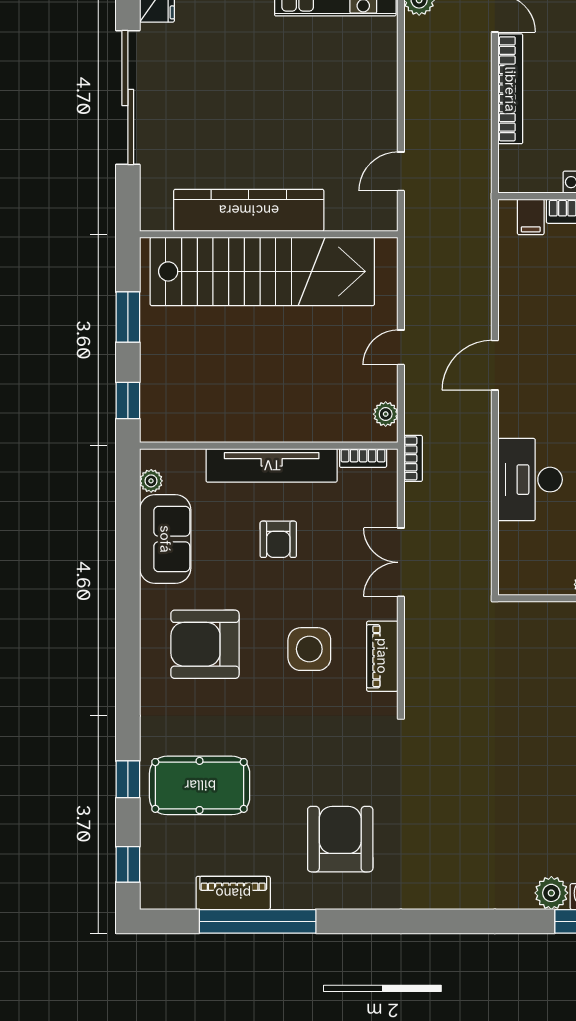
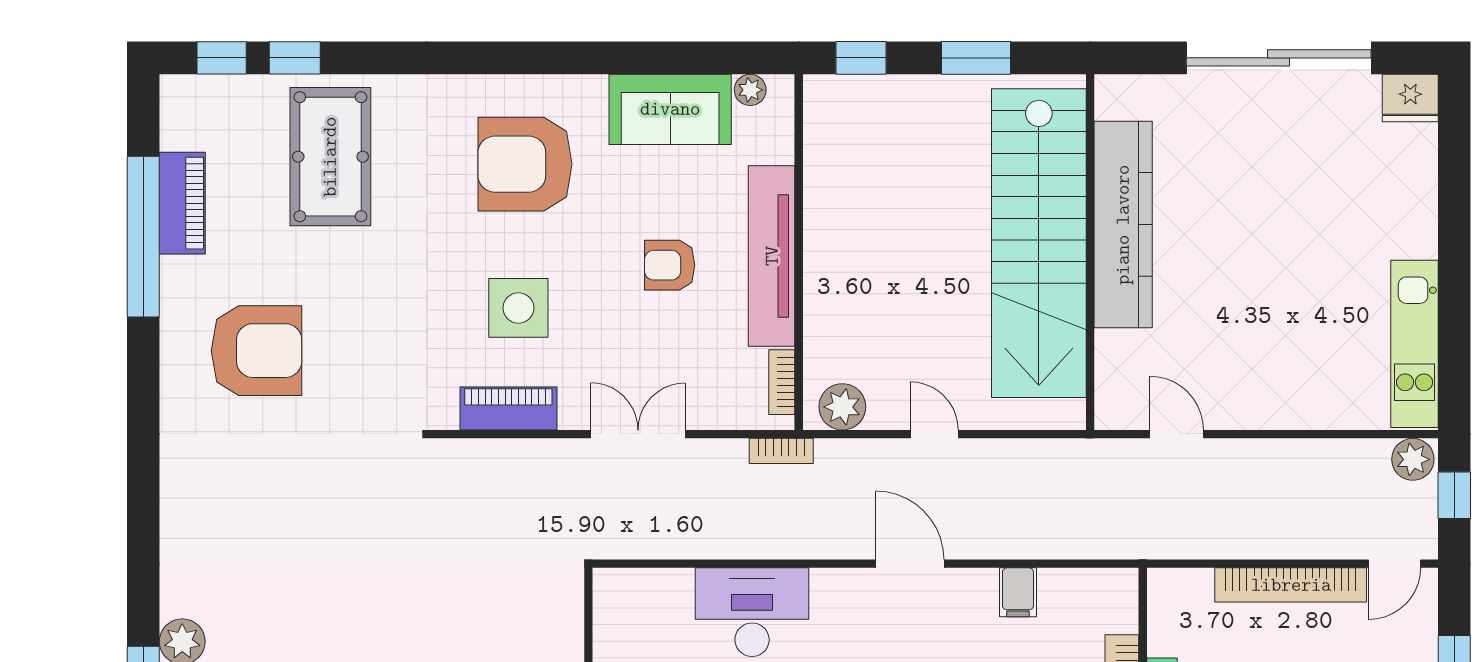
filing cabinet: (531, 217) -> (1018, 592), moved, turned -90
plant: (386, 414) -> (842, 407), width x1.38, depth x1.38
armchair: (205, 644) -> (525, 164), turned -90
window: (128, 779) -> (295, 58), moved

